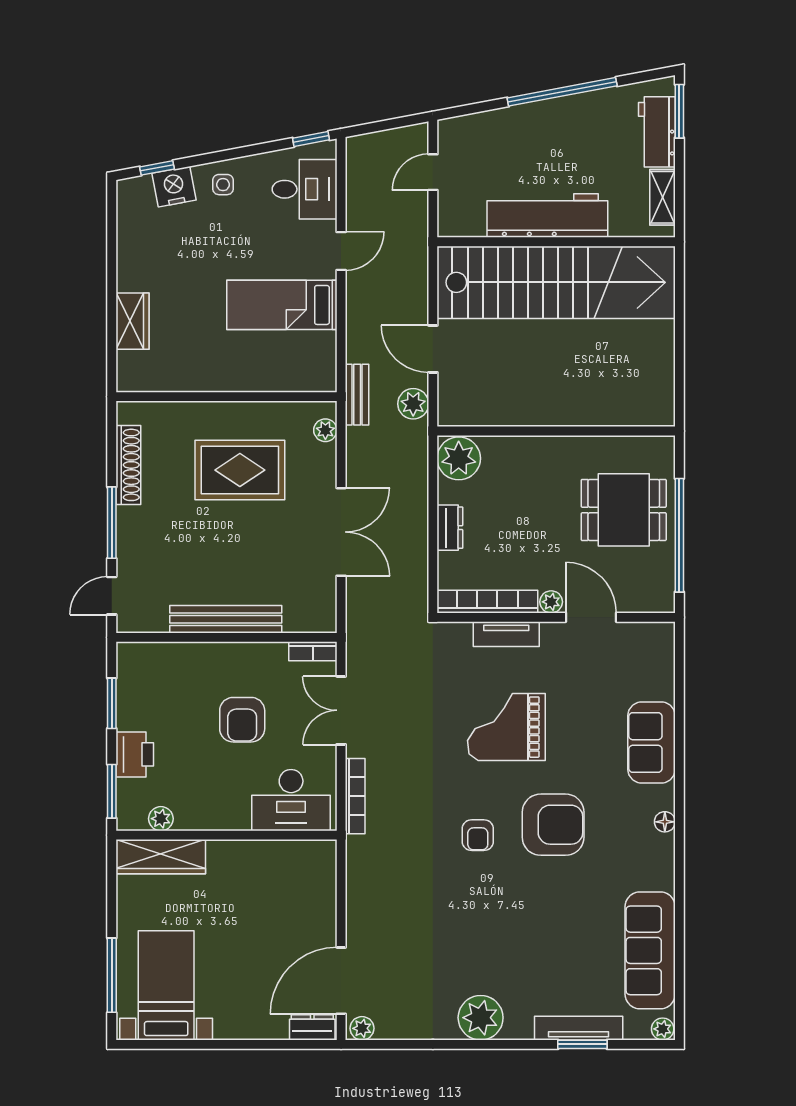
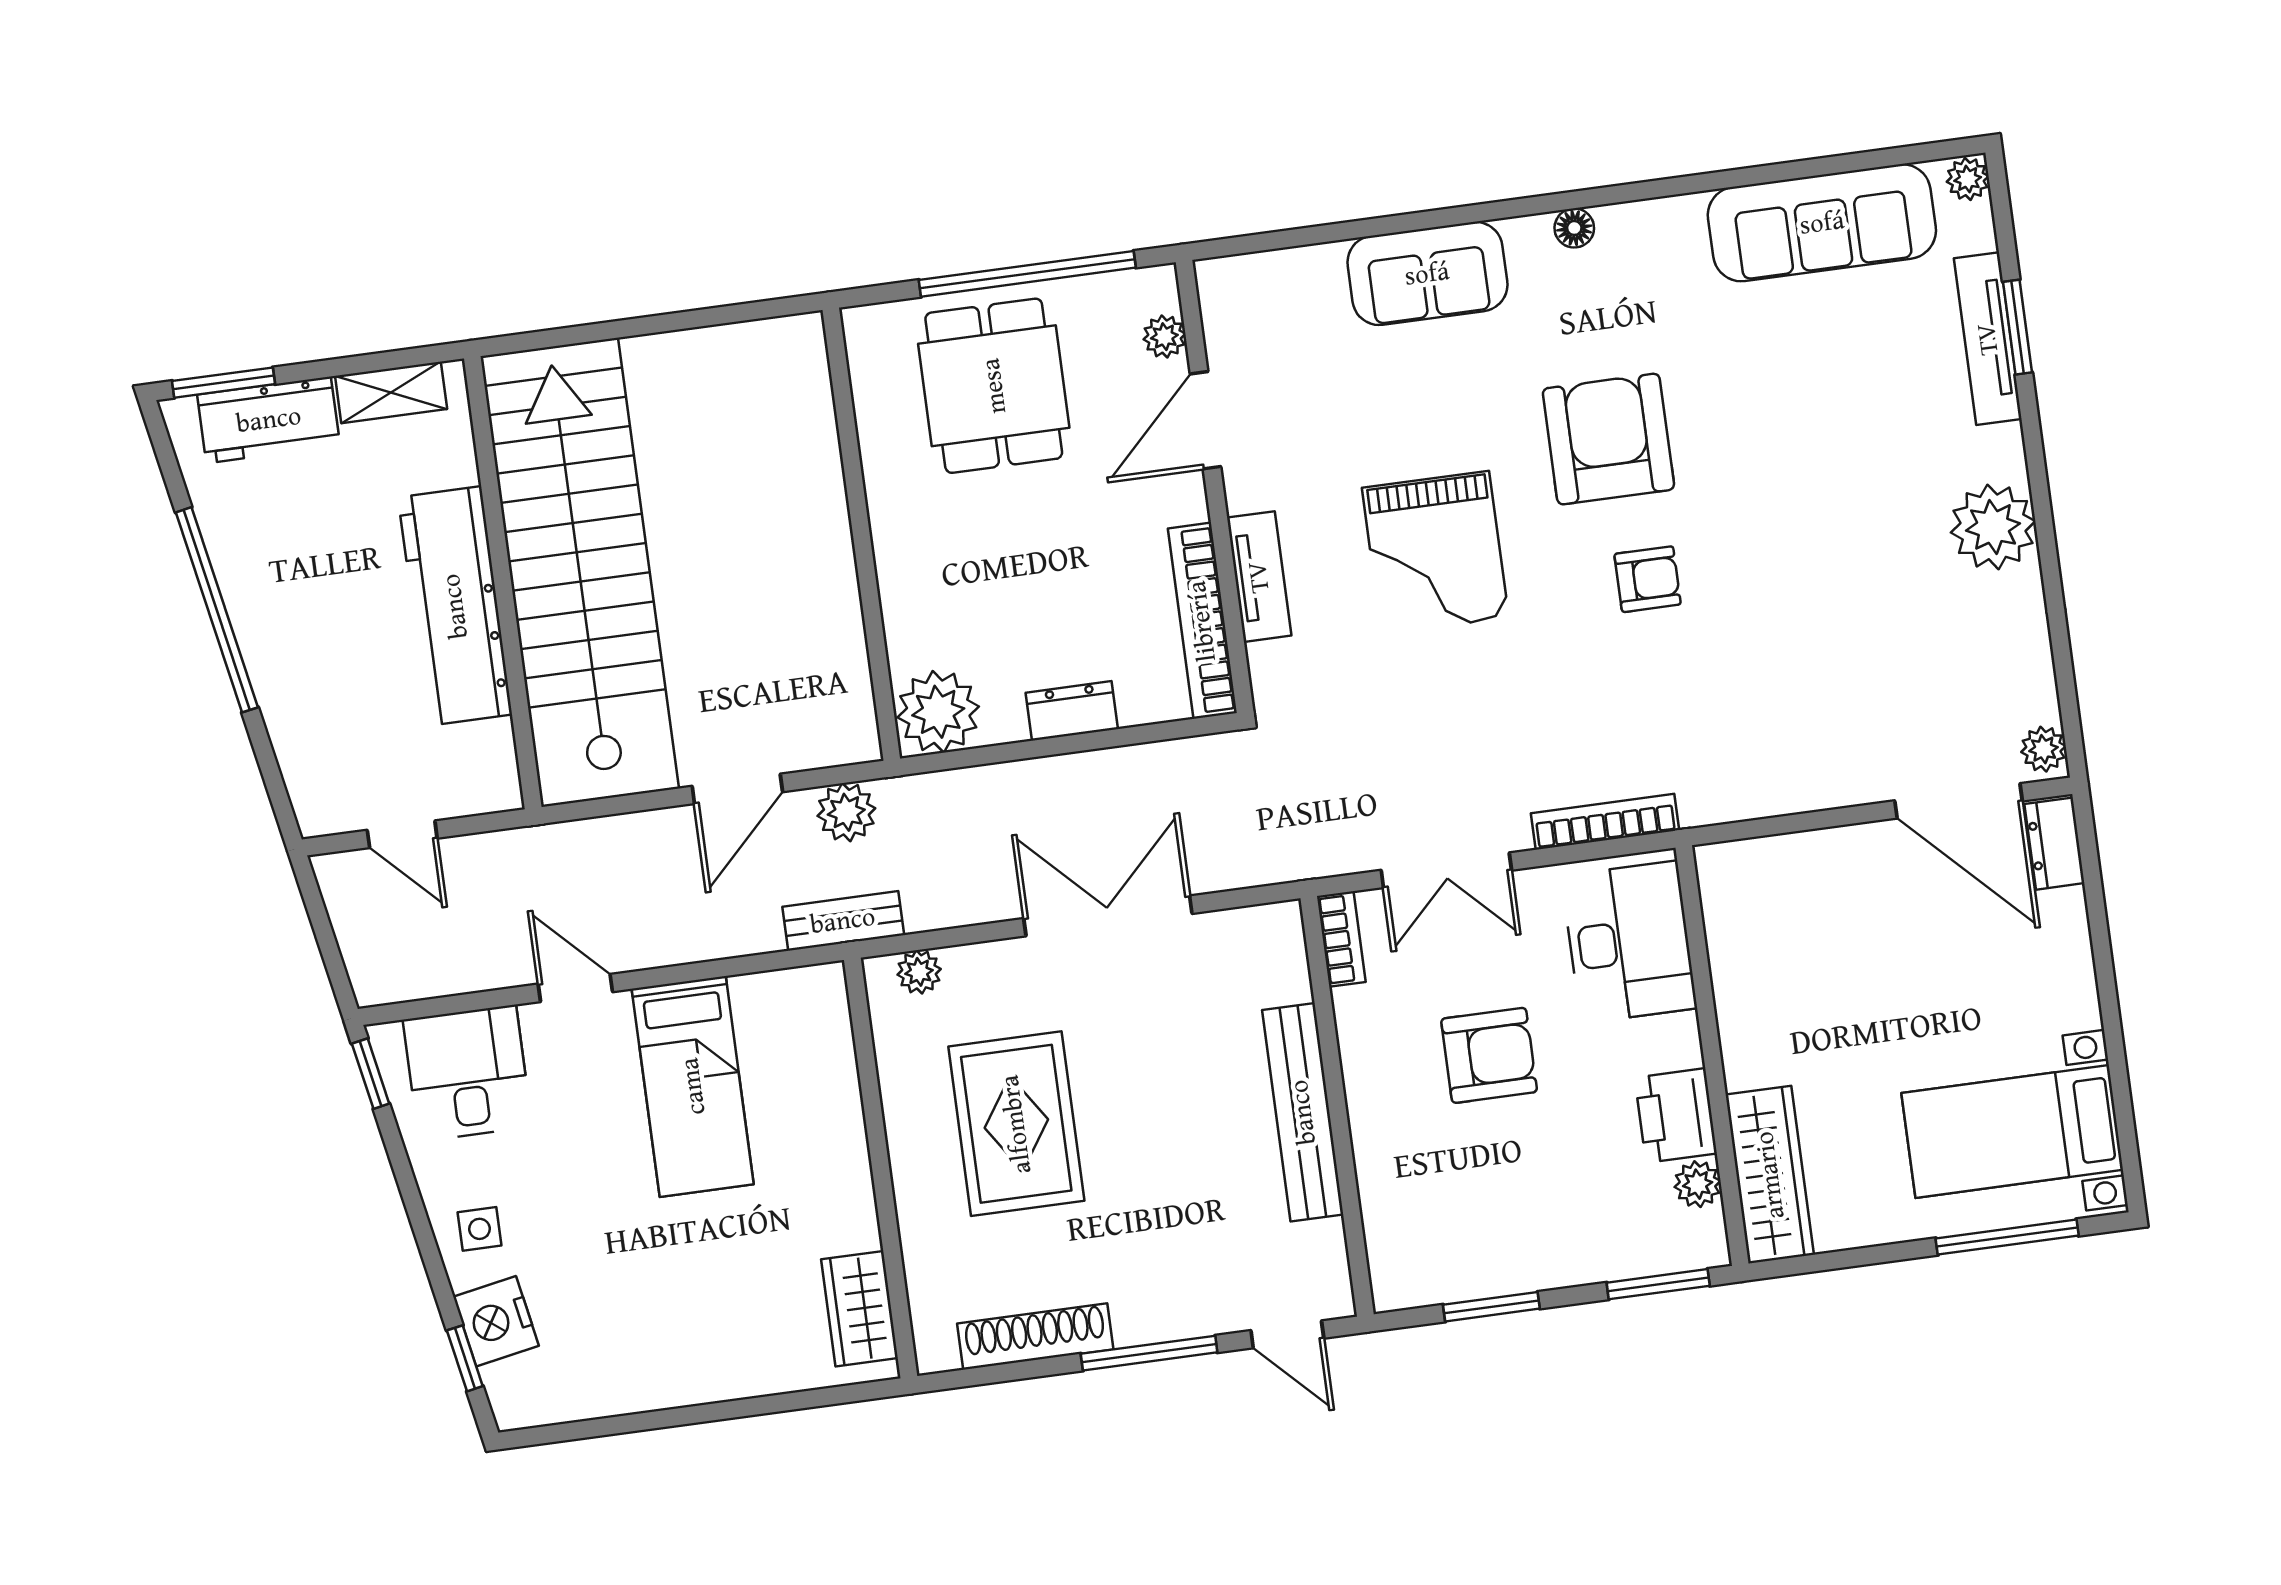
wardrobe: (133, 321) -> (860, 1309), moved, turned -90
plant: (551, 602) -> (1164, 337), moved
printer: (135, 754) -> (1676, 1116), moved, turned -90

